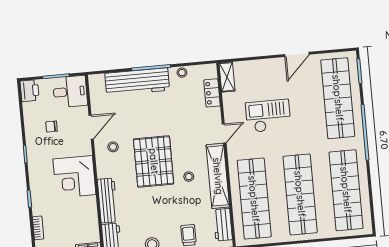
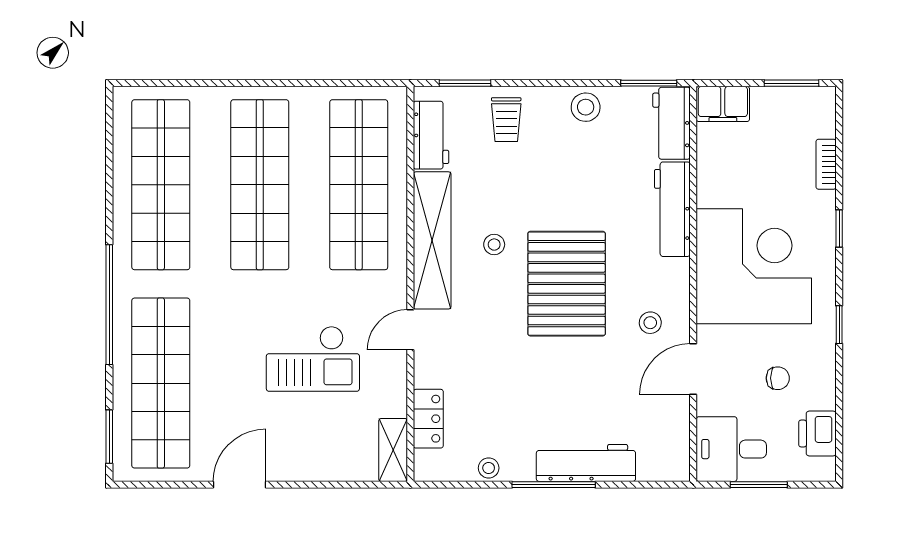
workbench: (137, 82) -> (586, 463), width x0.73, depth x0.76
printer: (30, 91) -> (818, 433), moved
corner desk: (74, 177) -> (754, 266), width x1.36, depth x1.36

